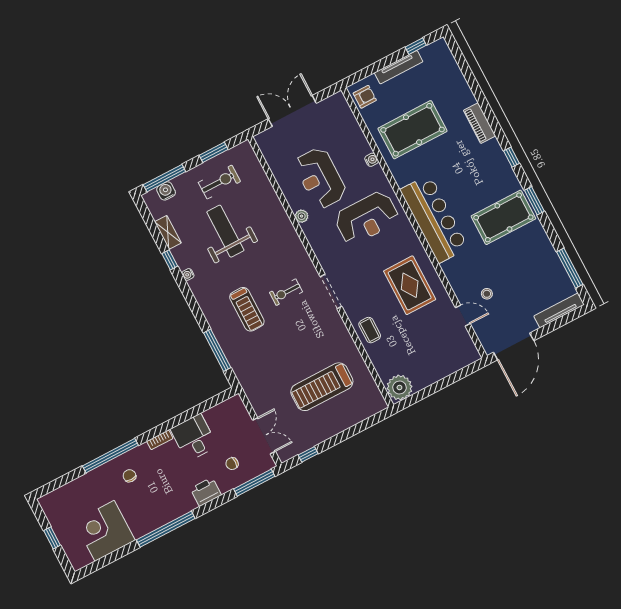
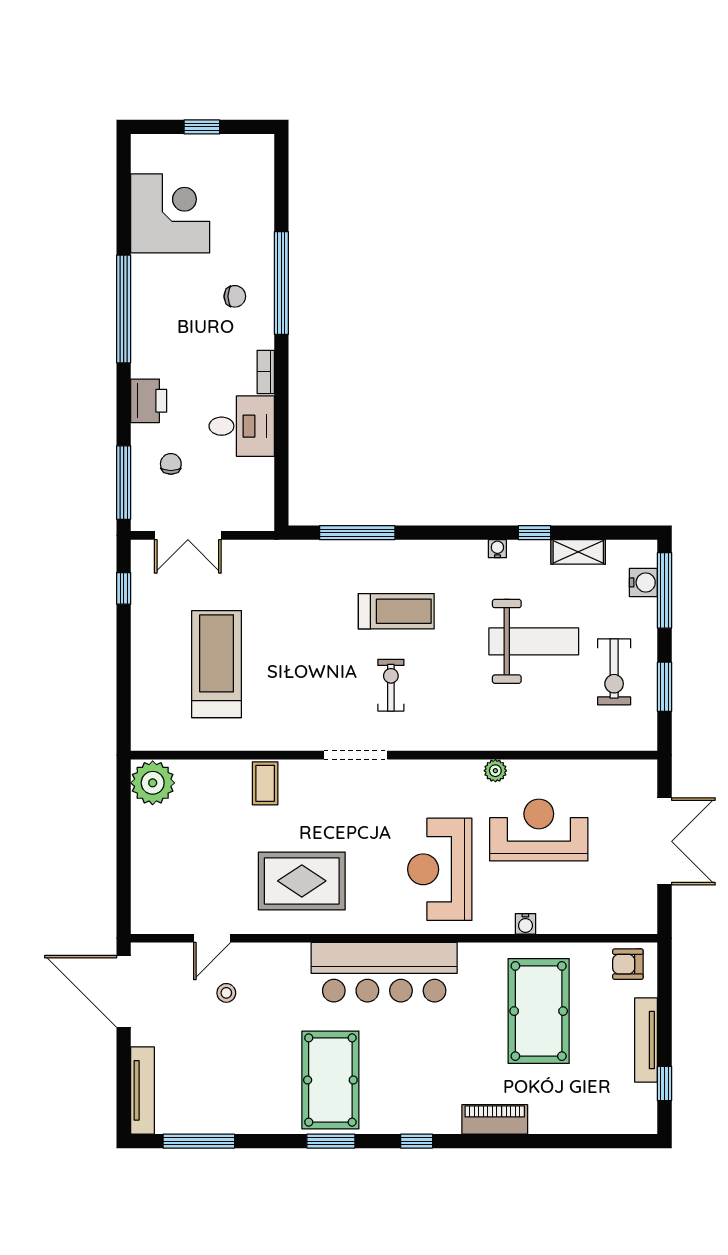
armchair: (365, 97) -> (628, 964), turned 90
treadmill: (247, 309) -> (396, 611), turned 180
coffee table: (370, 330) -> (265, 783), turned 90

